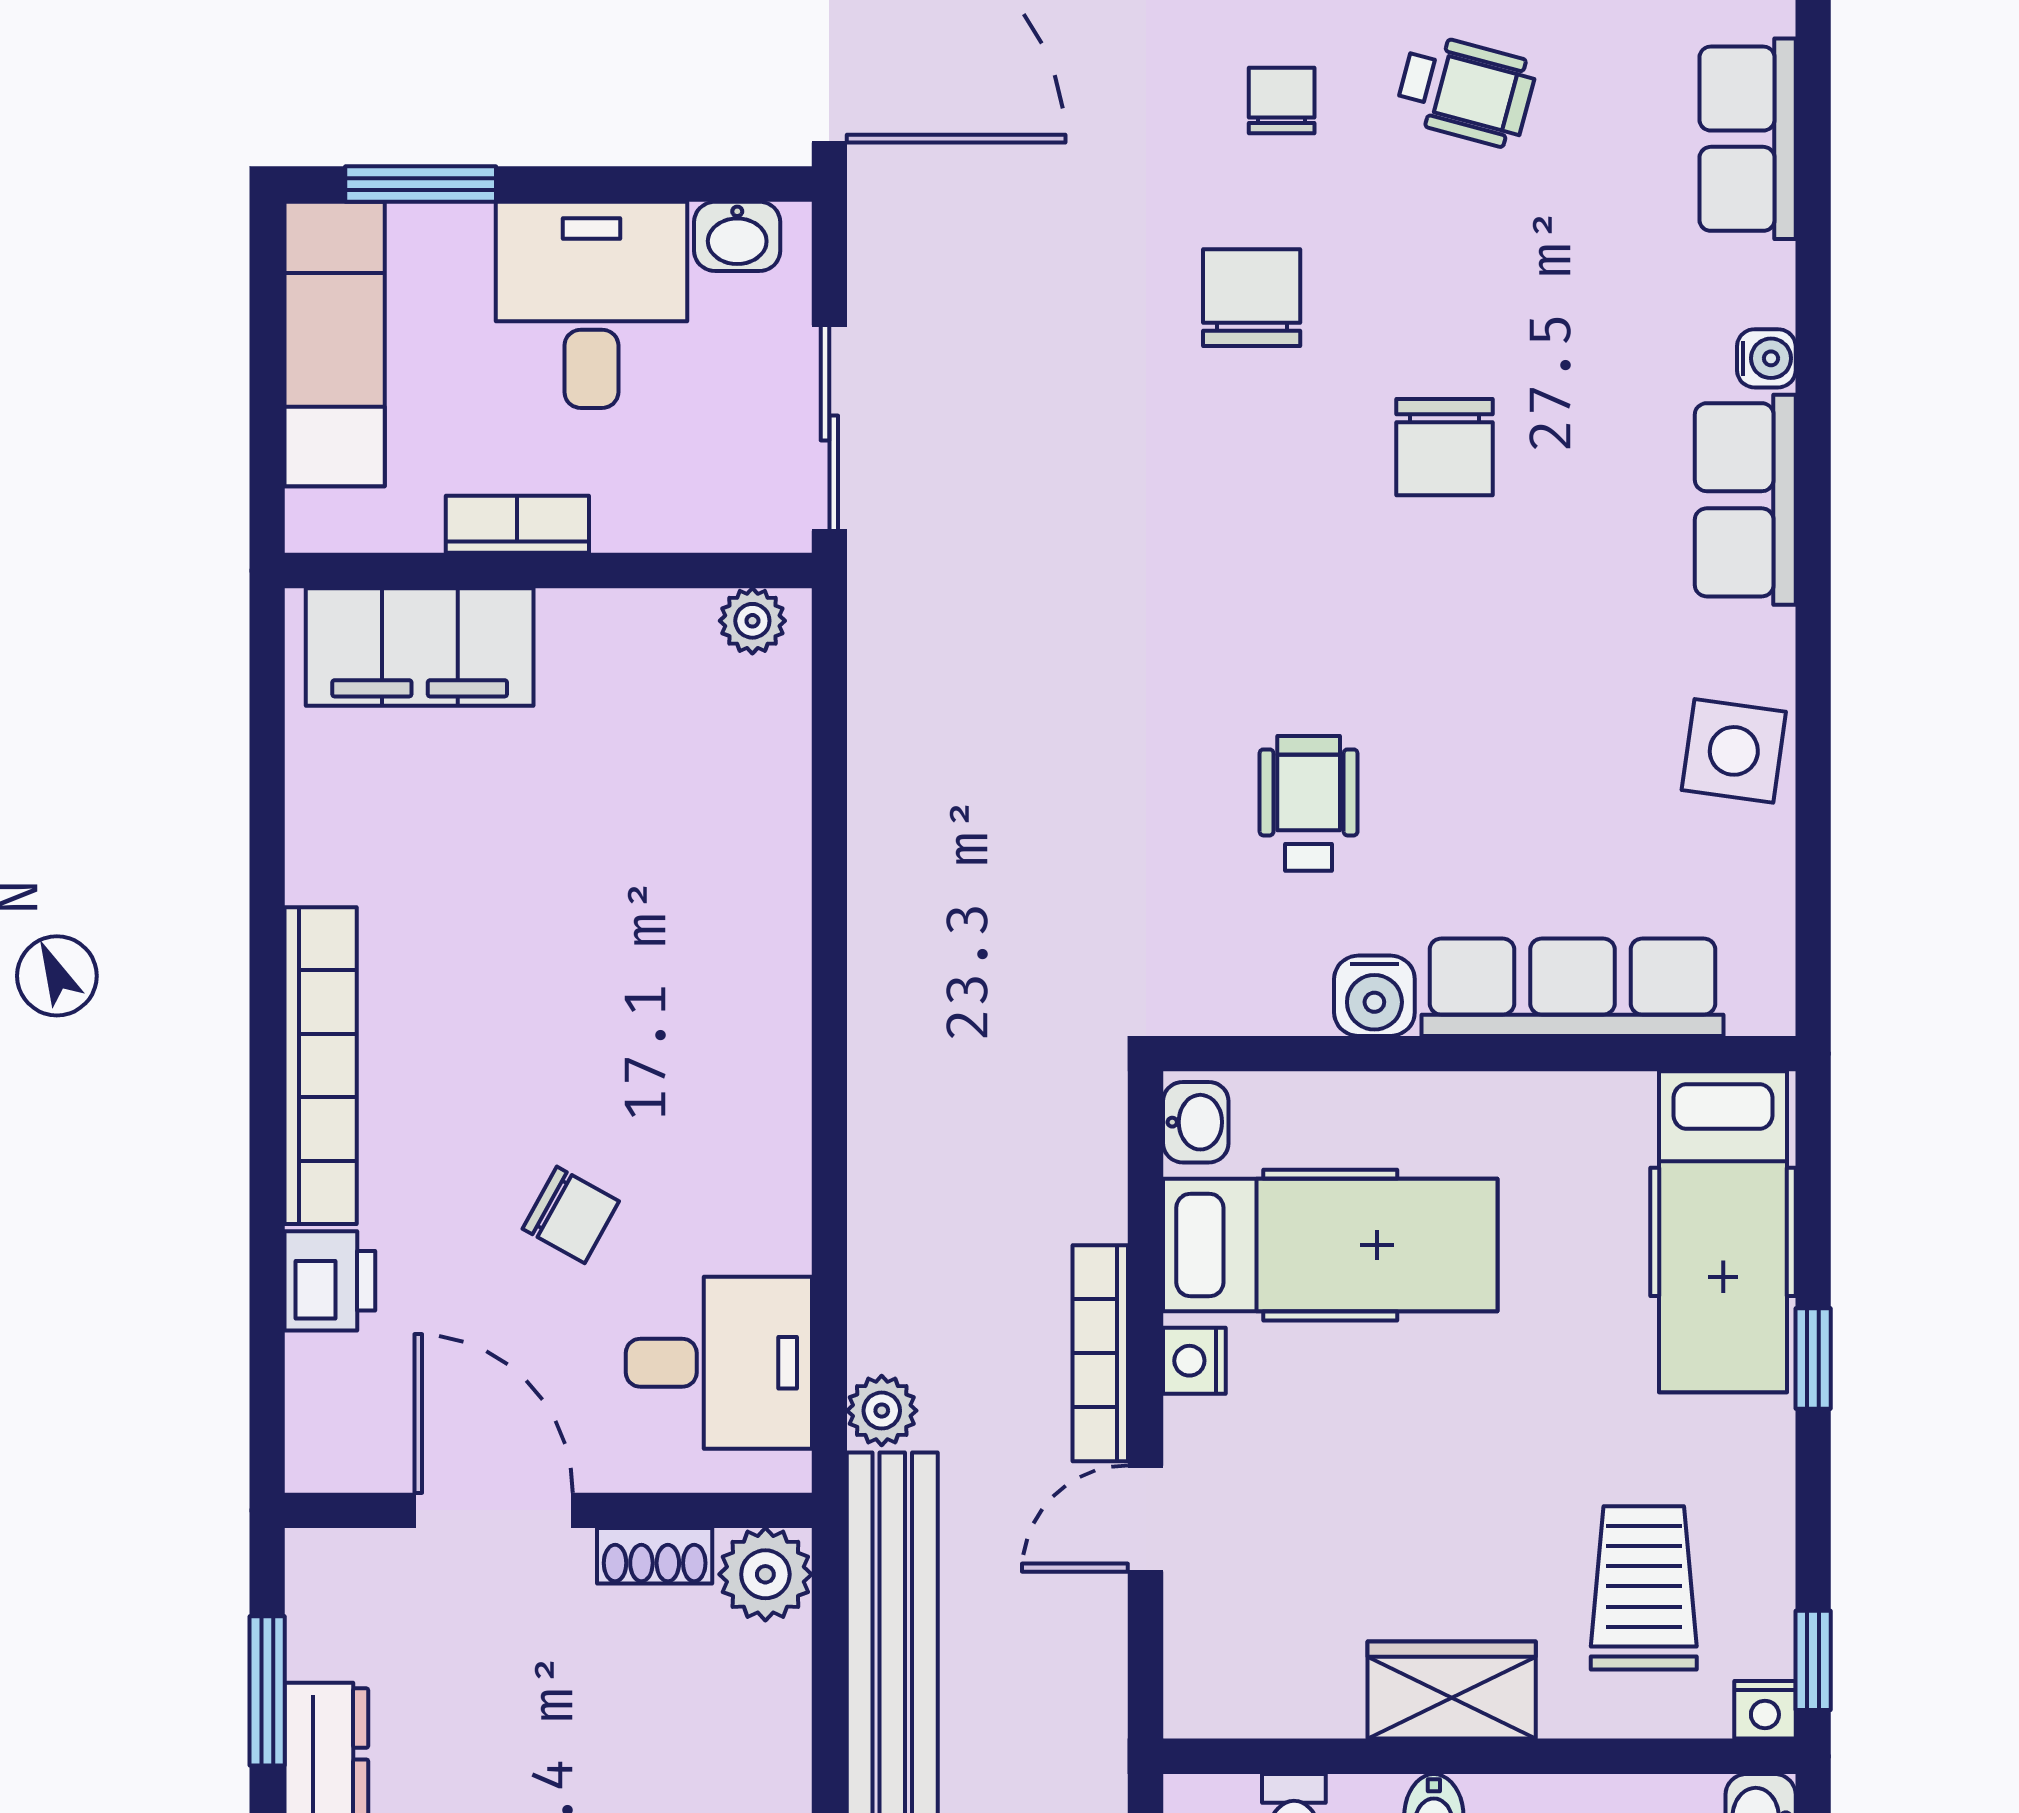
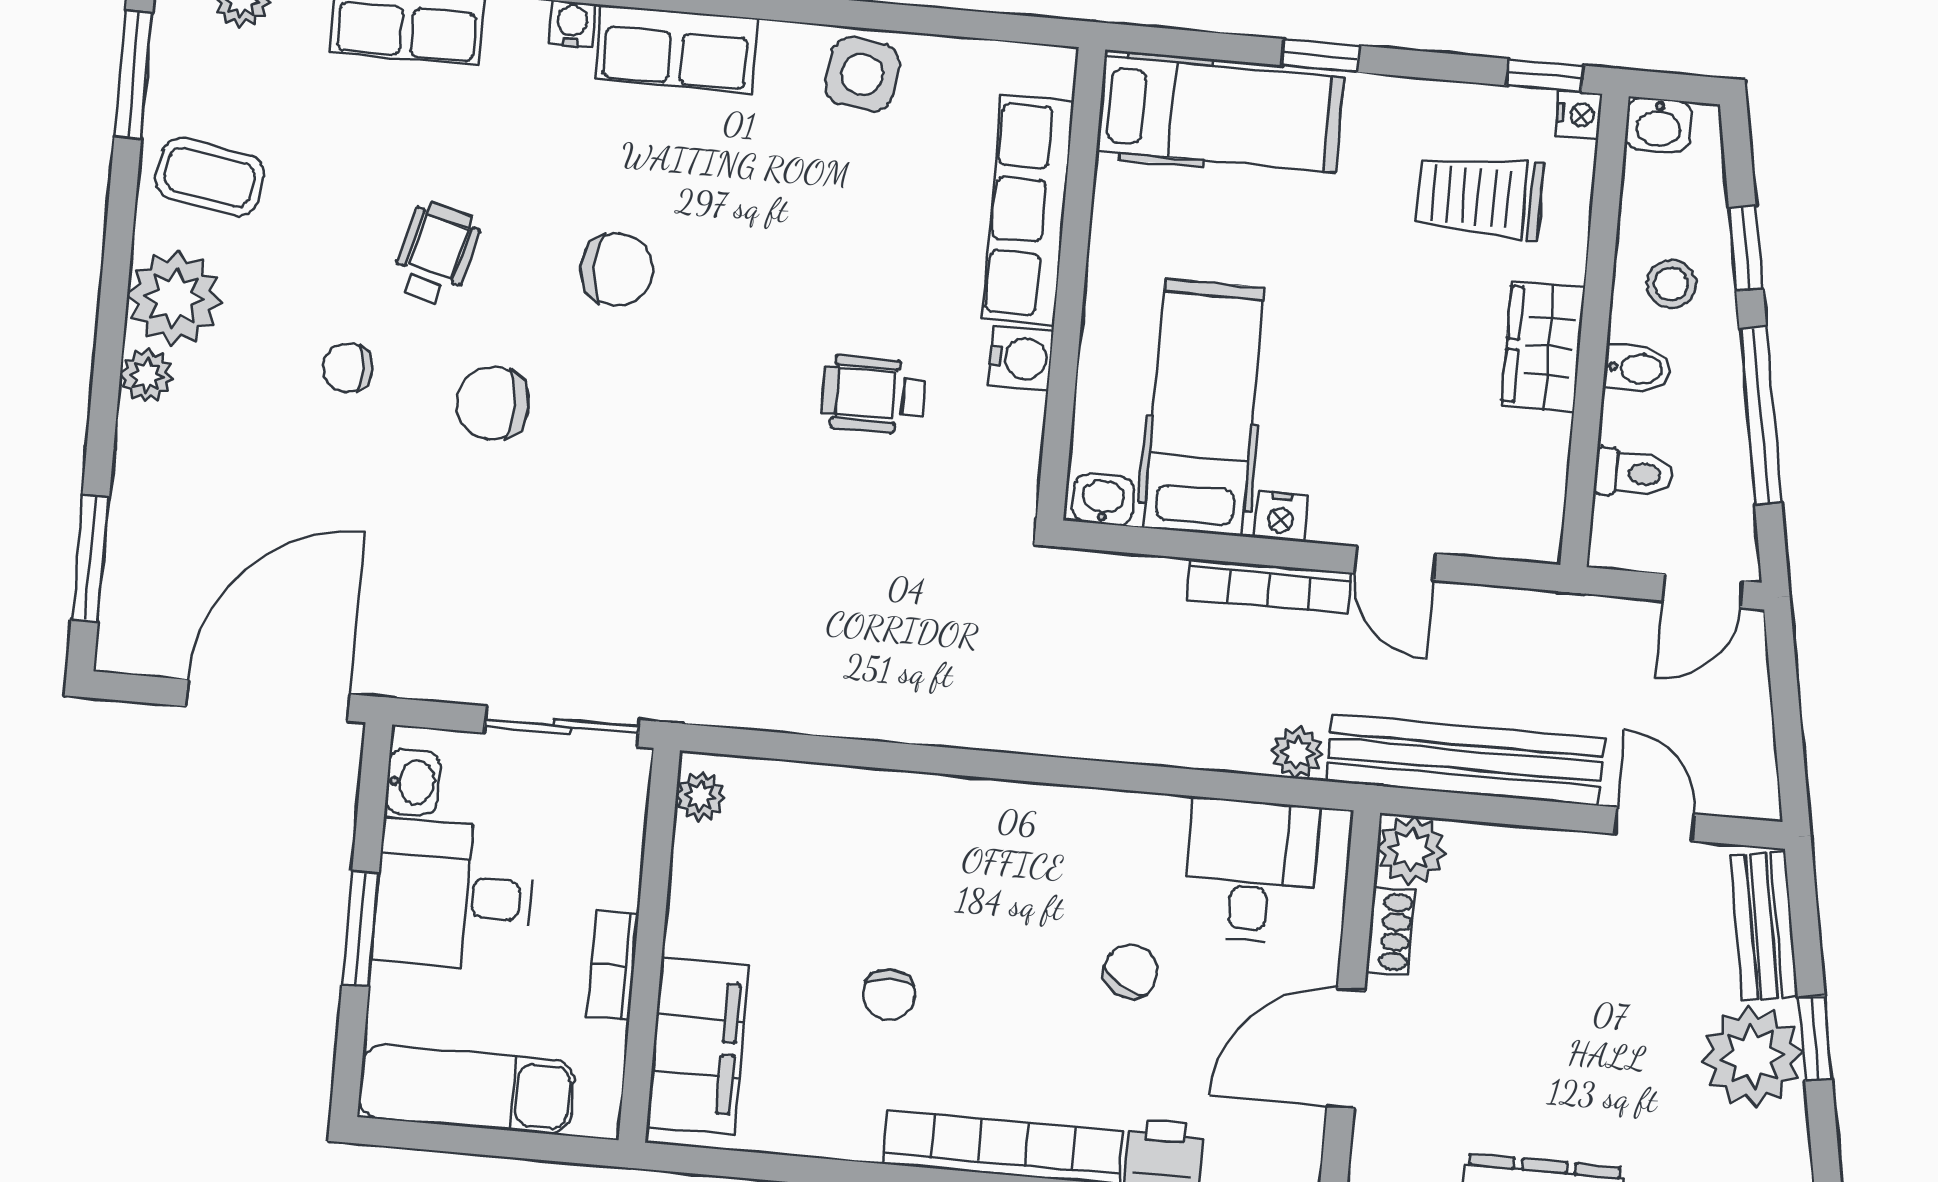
wheelchair: (1466, 91) -> (436, 254), moved
window: (421, 184) -> (361, 929), moved
chair: (511, 896) -> (889, 995), added

